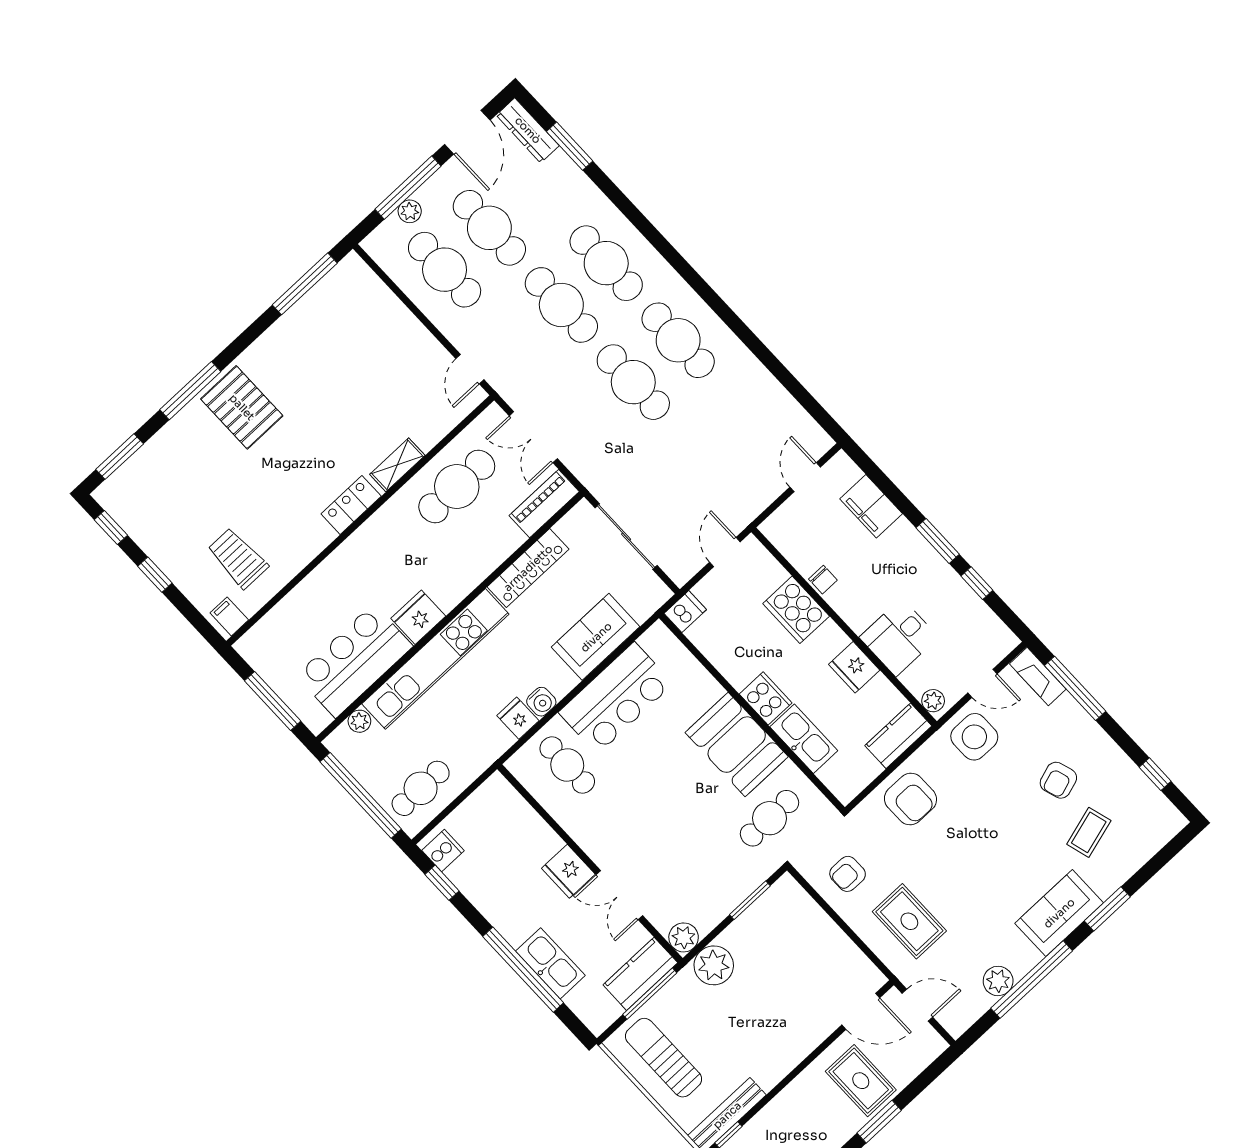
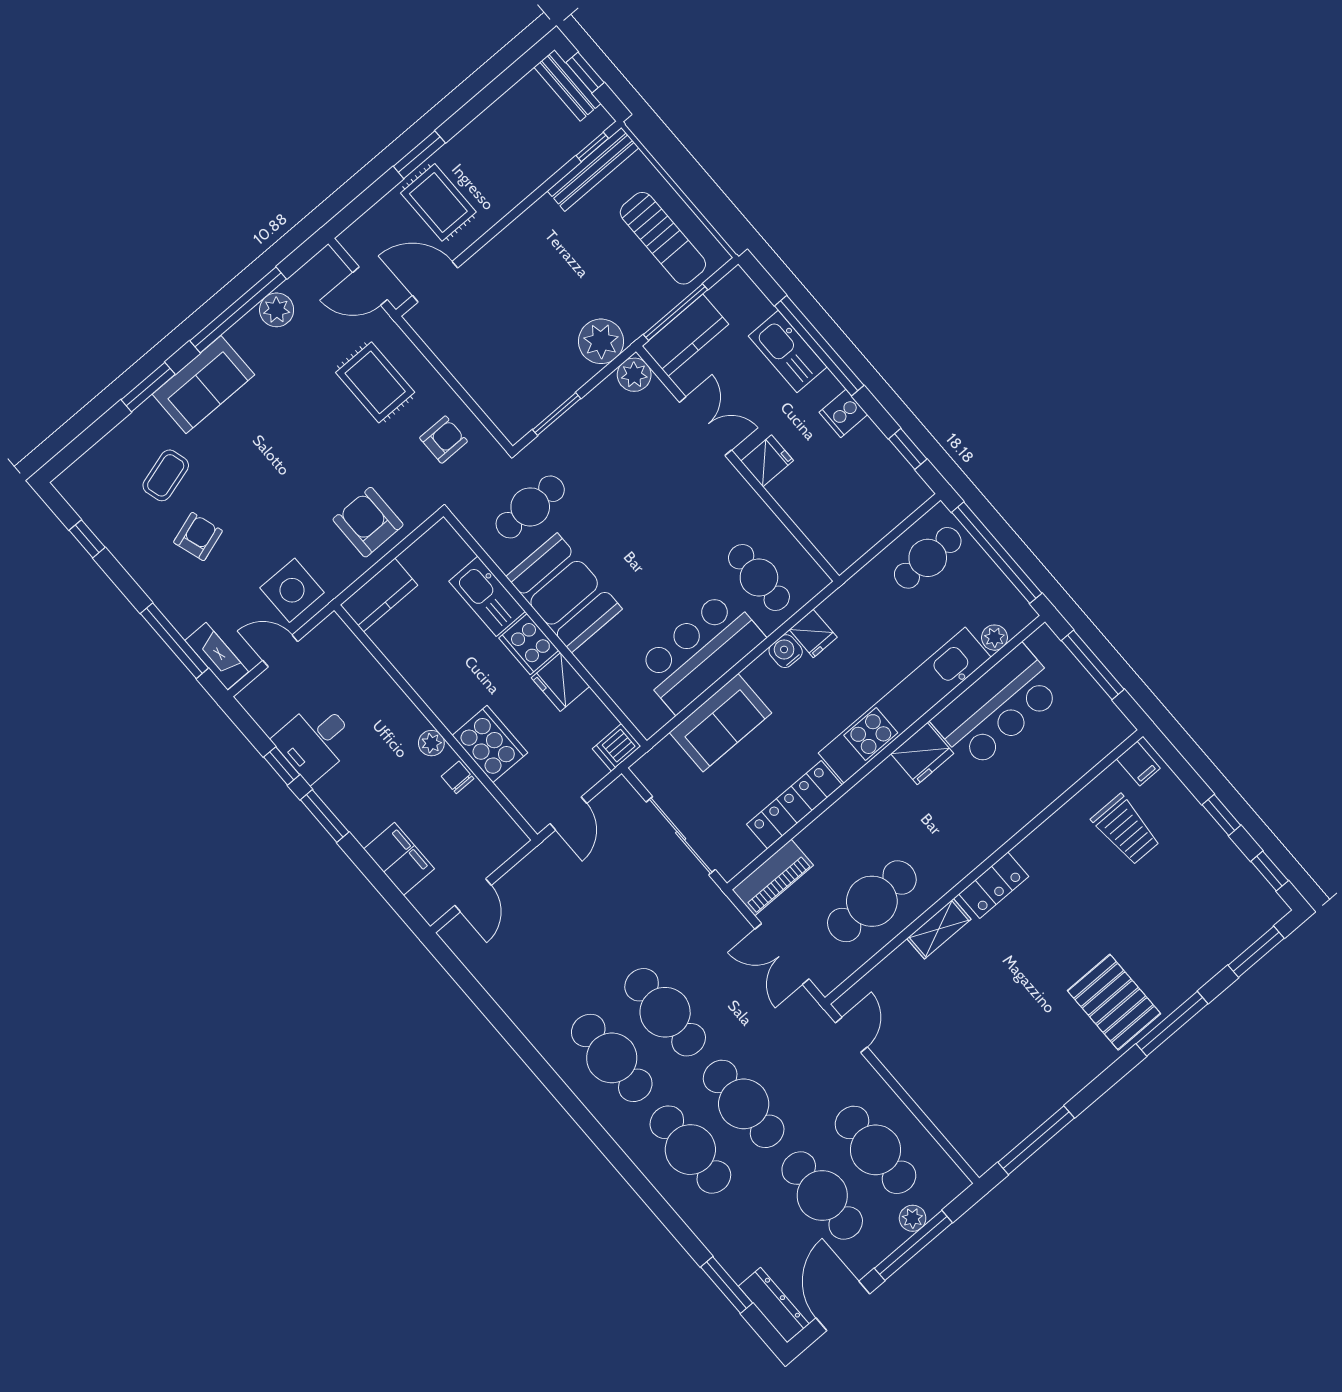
double door: (533, 437) -> (782, 954), swing flipped
desk: (899, 637) -> (315, 741), moved, turned 180
fridge: (854, 667) -> (560, 682), moved, turned 180
plant: (933, 701) -> (431, 743), moved
cooker: (443, 851) -> (843, 413), moved
fridge: (568, 871) -> (767, 461), width x0.72

